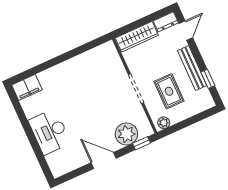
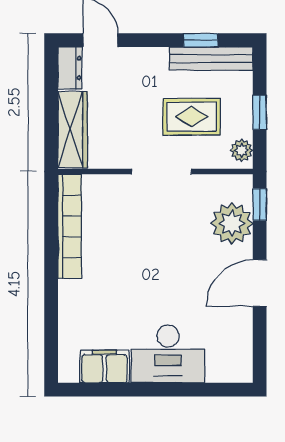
bookcase: (90, 56) -> (70, 226), added
bench: (192, 68) -> (211, 59), moved
filing cabinet: (27, 87) -> (104, 366), moved, turned -90
window: (186, 123) -> (260, 112), added

